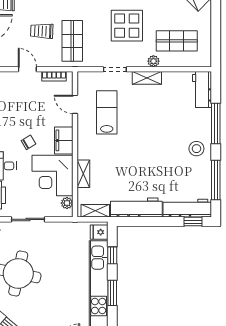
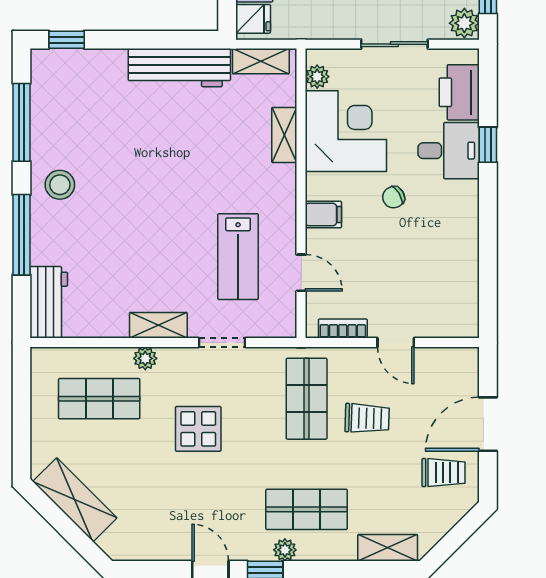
display table: (127, 26) -> (198, 429), width x0.73, depth x0.73
filing cabinet: (64, 140) -> (323, 214), width x0.50
workbench: (187, 208) -> (78, 66), removed

